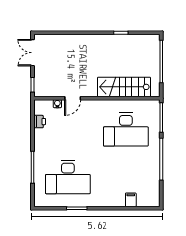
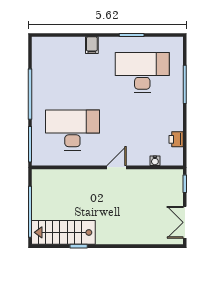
double door: (33, 53) -> (185, 222), swing flipped
stairs: (124, 87) -> (63, 232), moved, turned 180
door: (73, 98) -> (117, 167), moved
filing cabinet: (131, 200) -> (92, 45), moved

